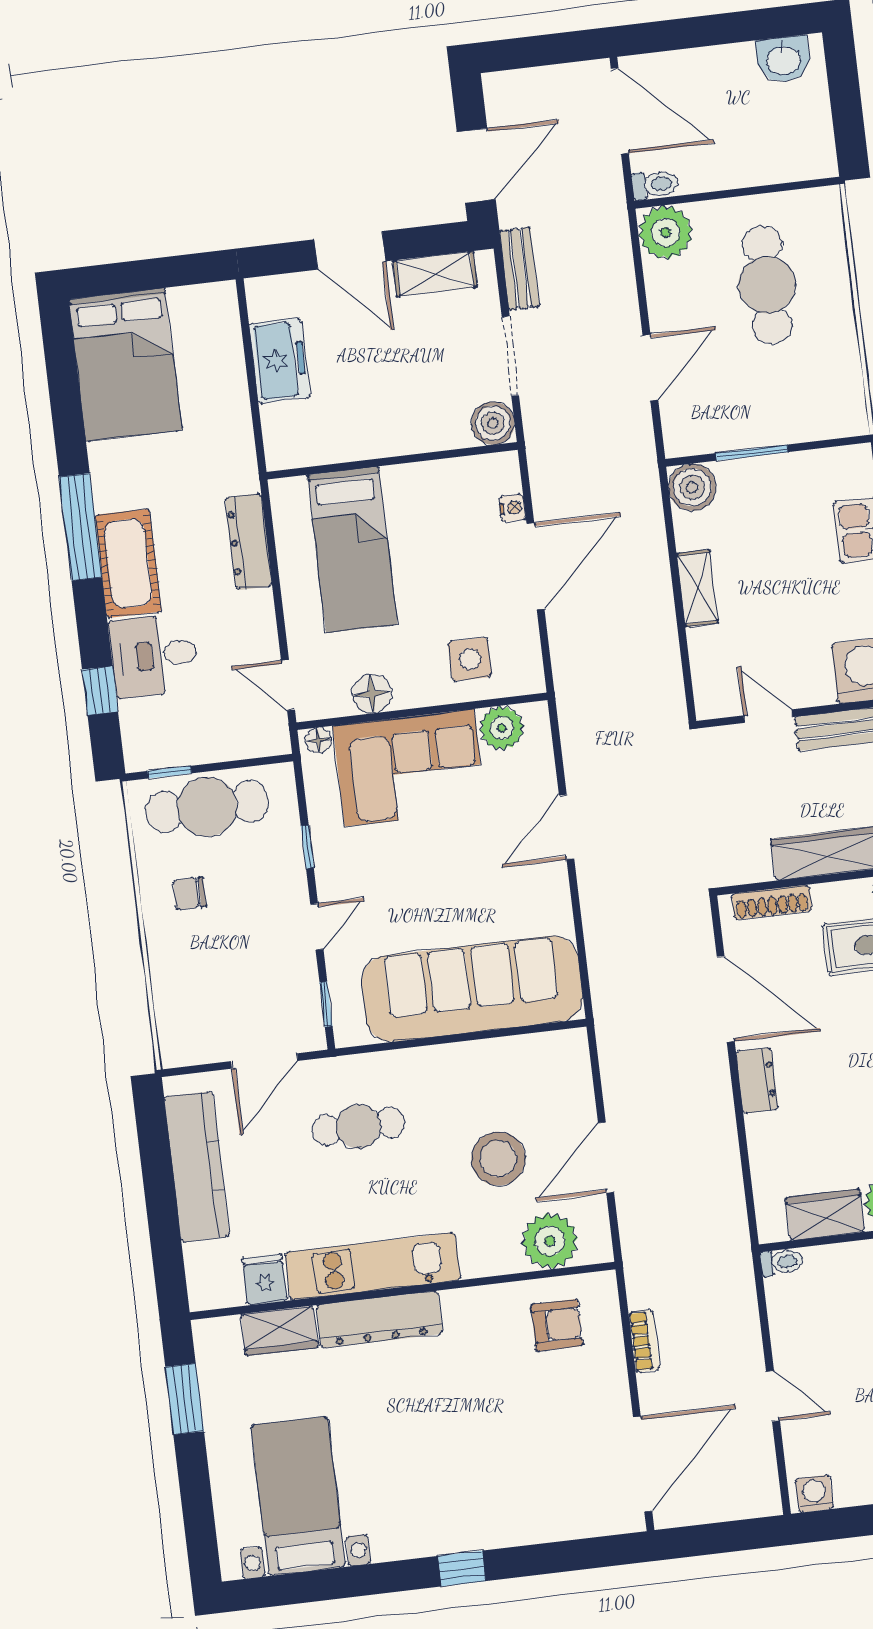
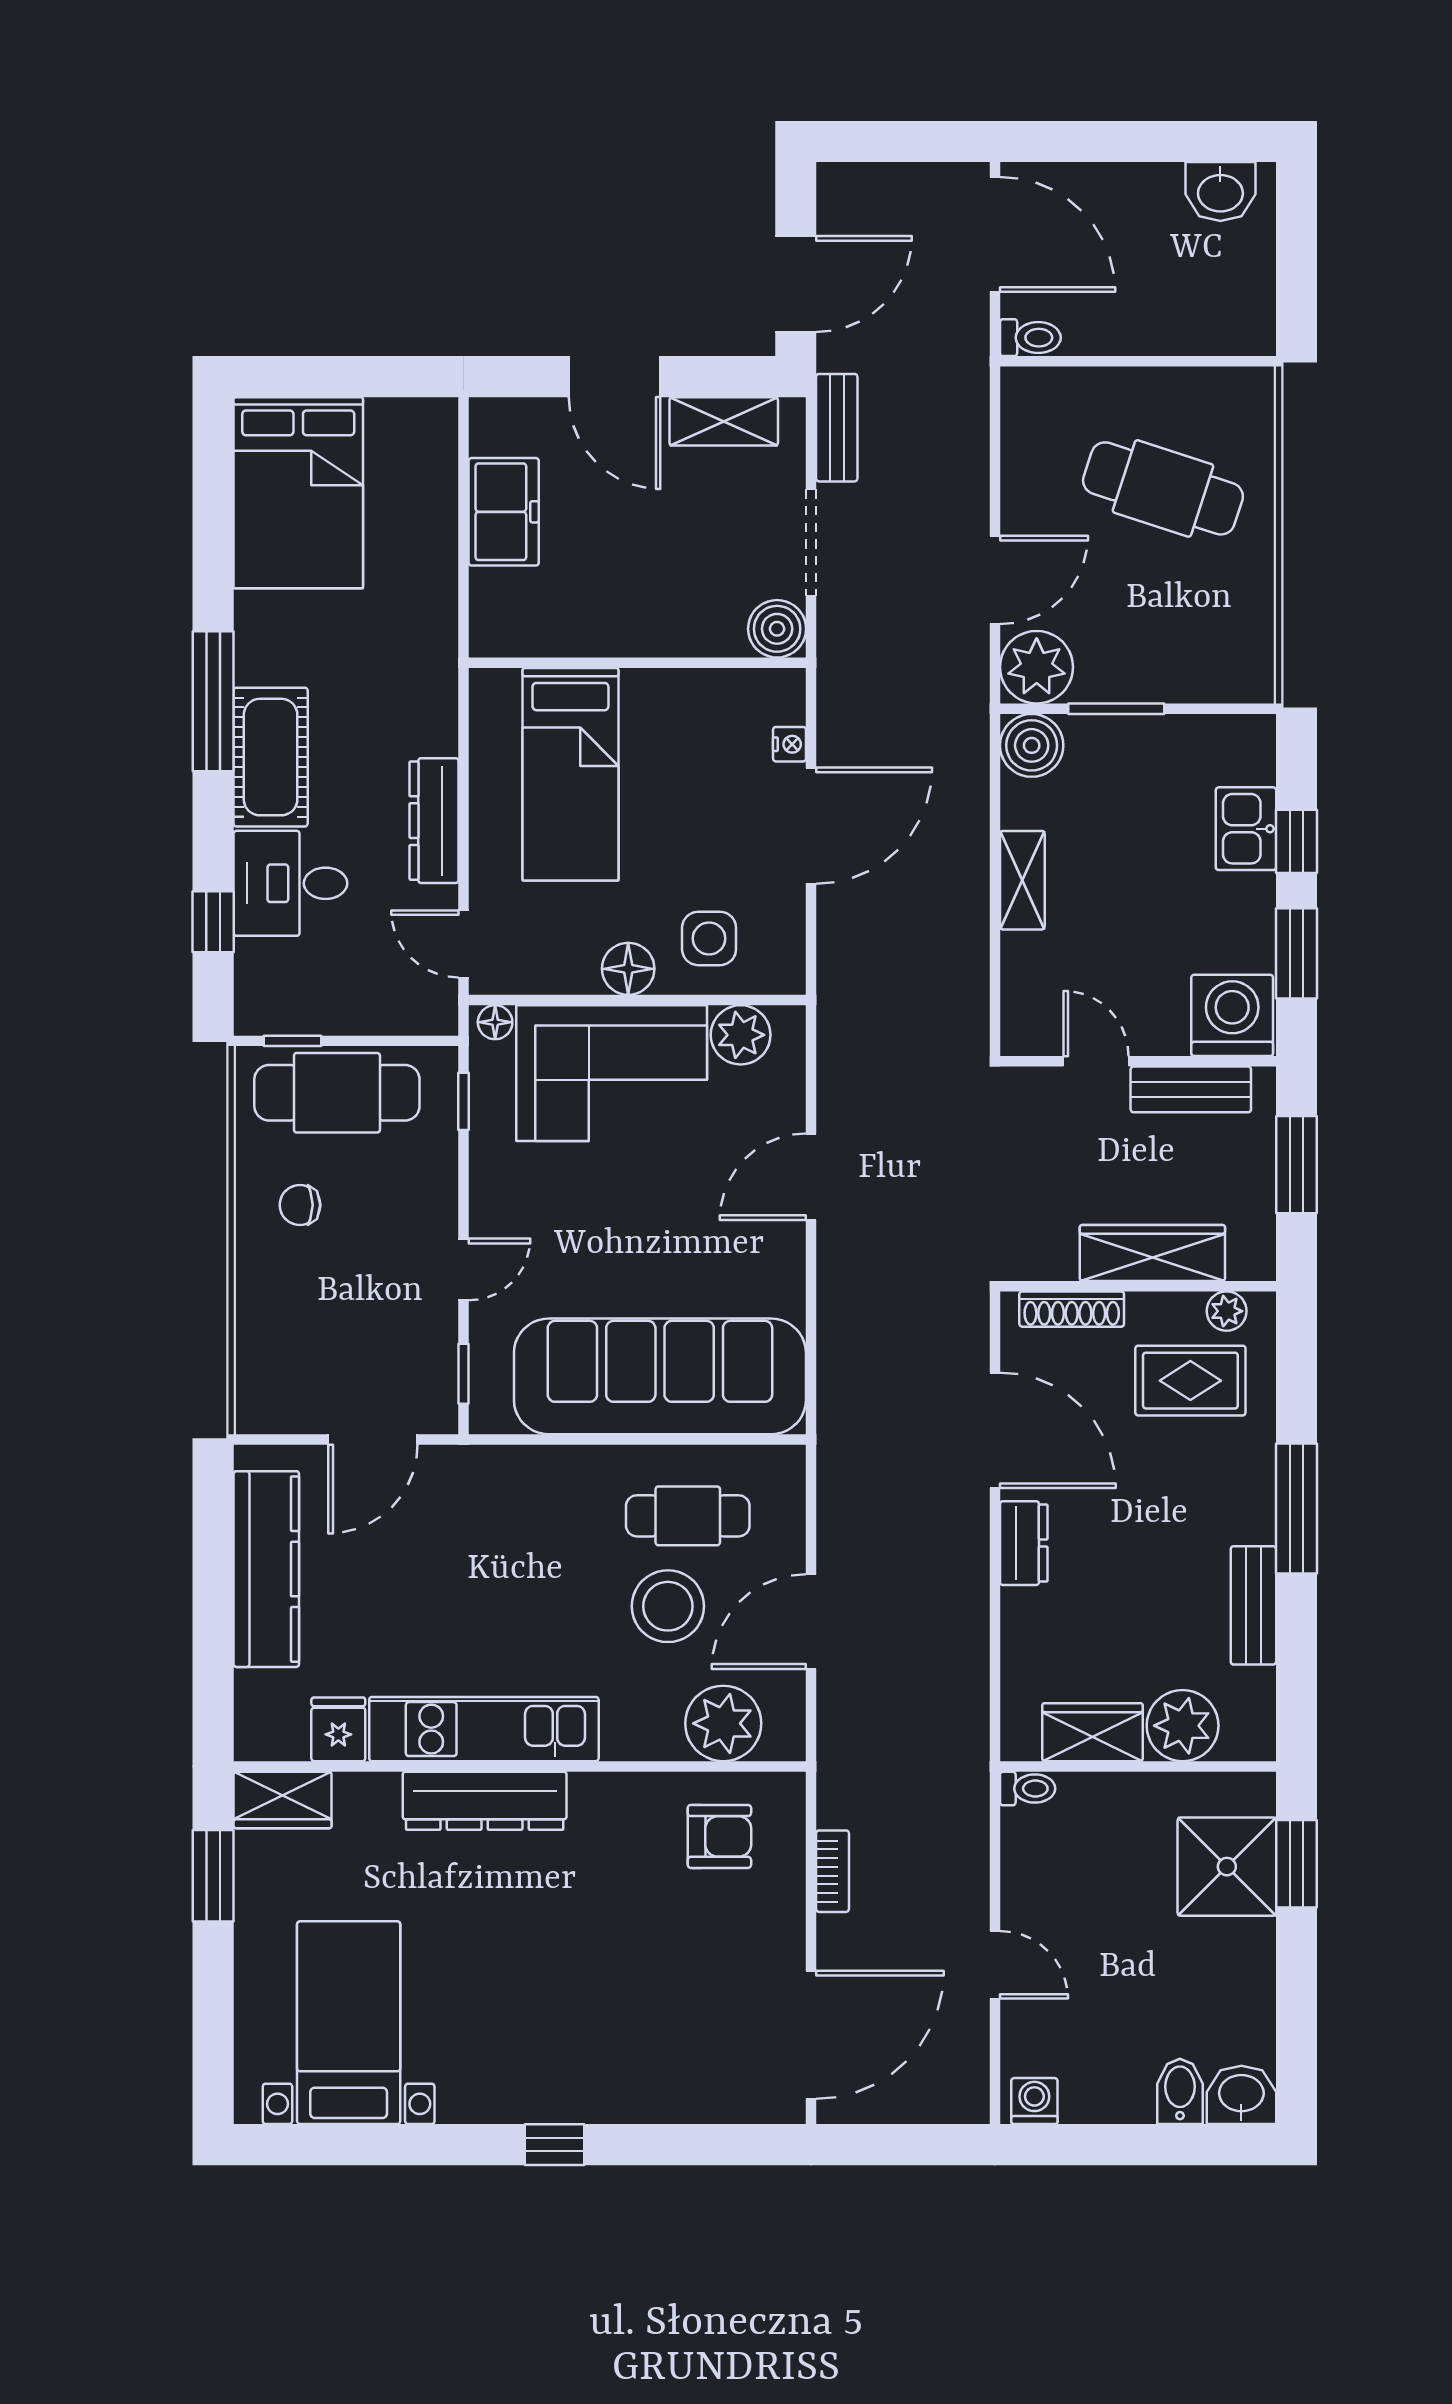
plant: (666, 232) -> (1037, 667), moved
cafe table: (767, 285) -> (1163, 488), turned -72
dresser: (249, 542) -> (434, 821), moved
floor lamp: (372, 694) -> (628, 969), moved
window: (307, 847) -> (464, 1101), moved
cafe table: (359, 1126) -> (688, 1516), moved
wardrobe: (279, 1331) -> (283, 1800), moved

